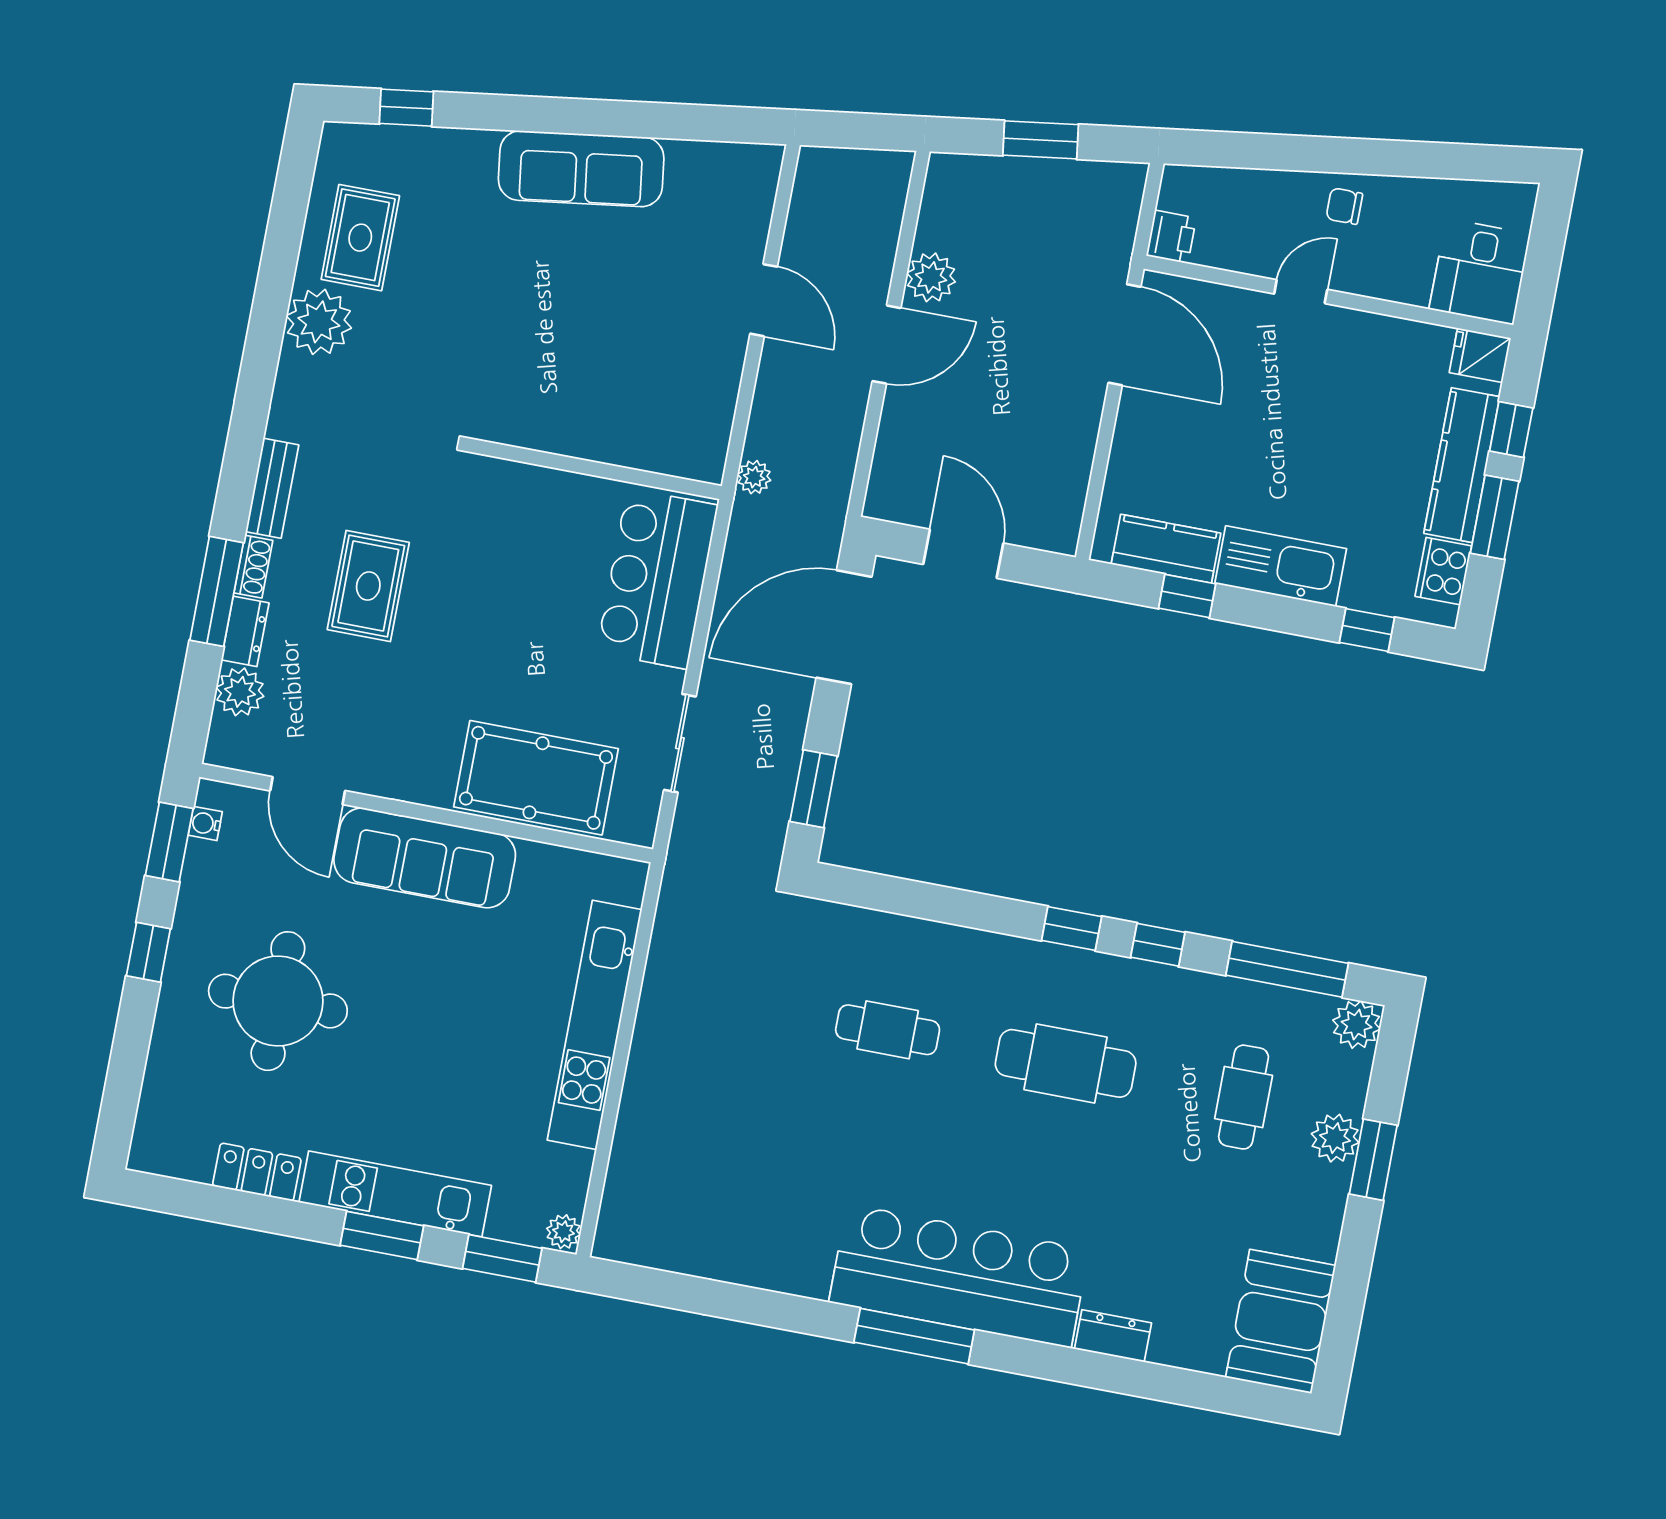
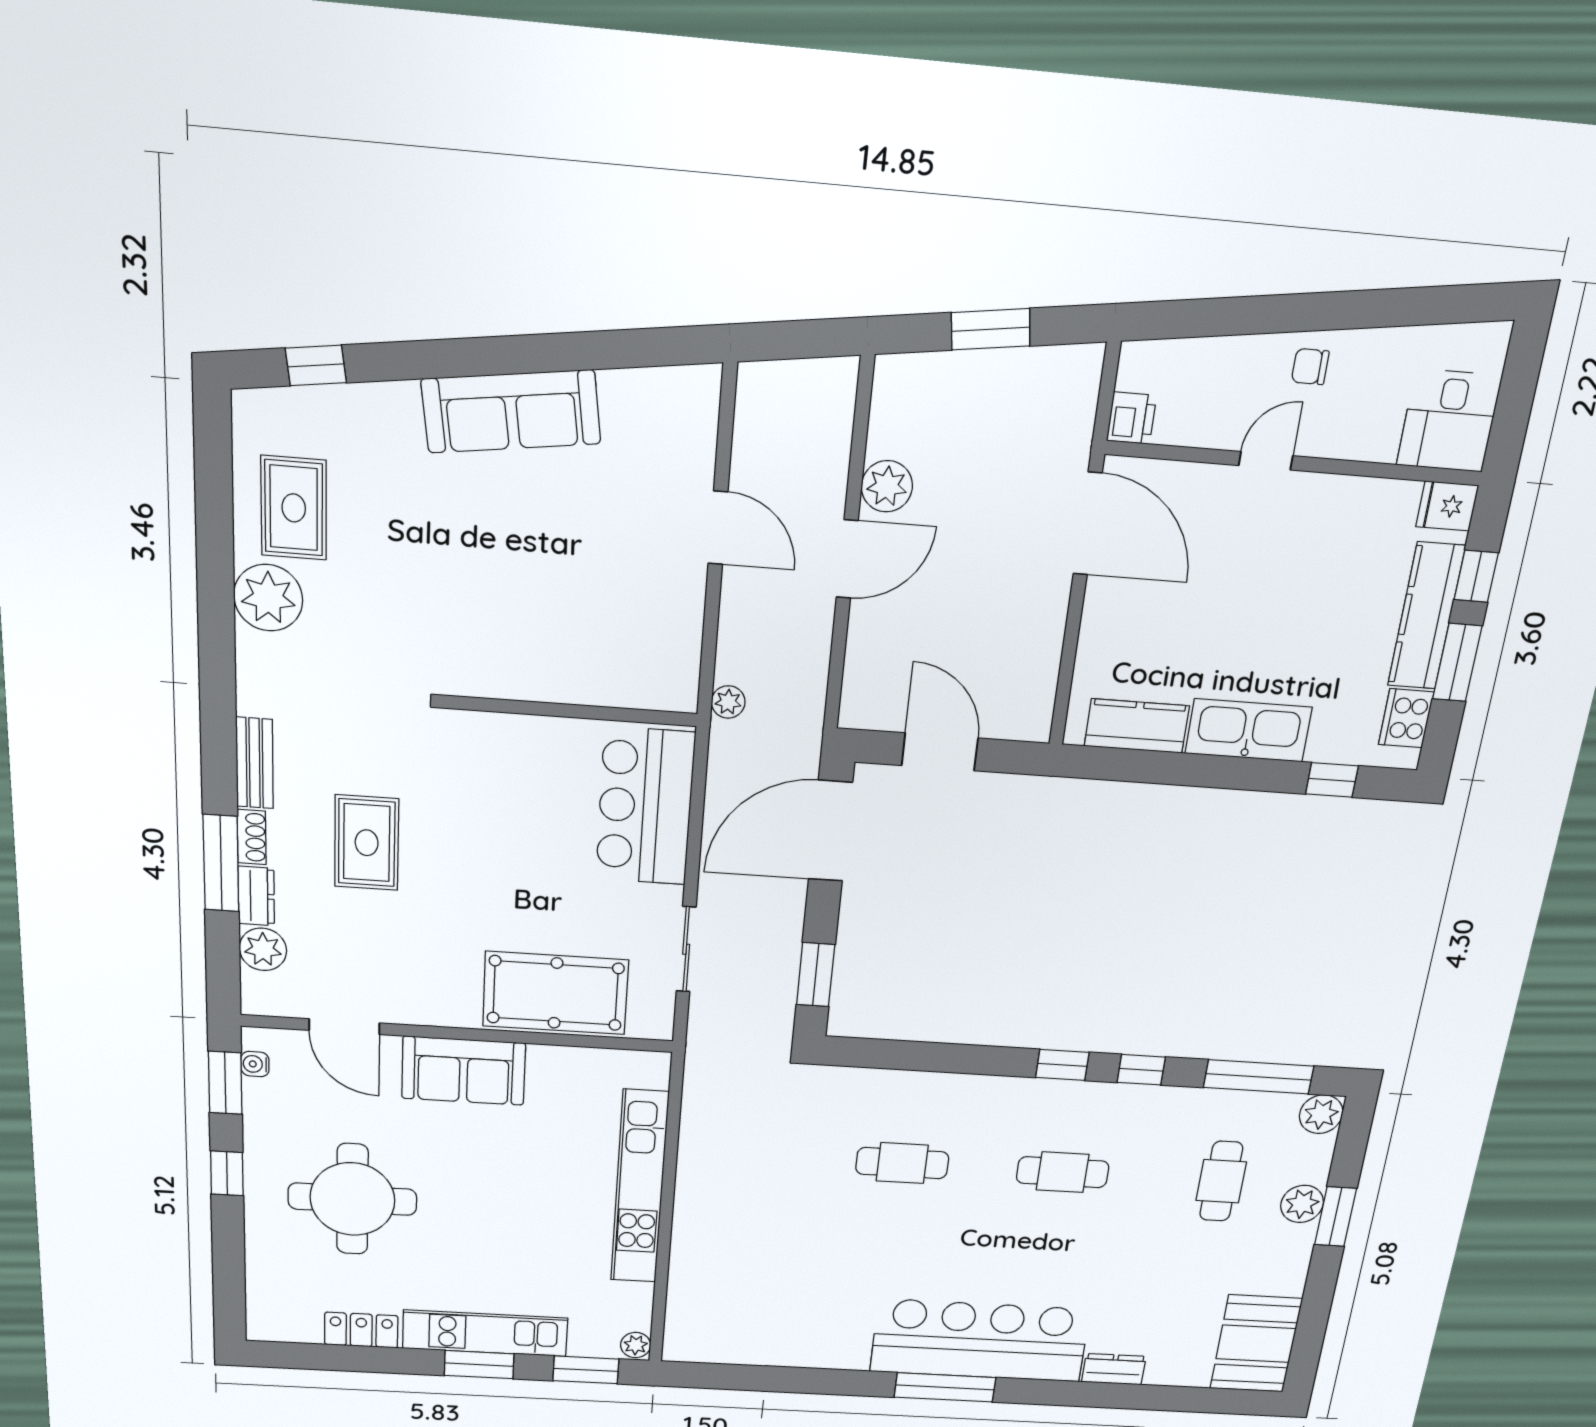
window: (1187, 596) -> (1159, 768), removed
sofa: (425, 858) -> (464, 1071), width x0.73
cafe table: (1066, 1063) -> (1063, 1172), width x0.73, depth x0.74

